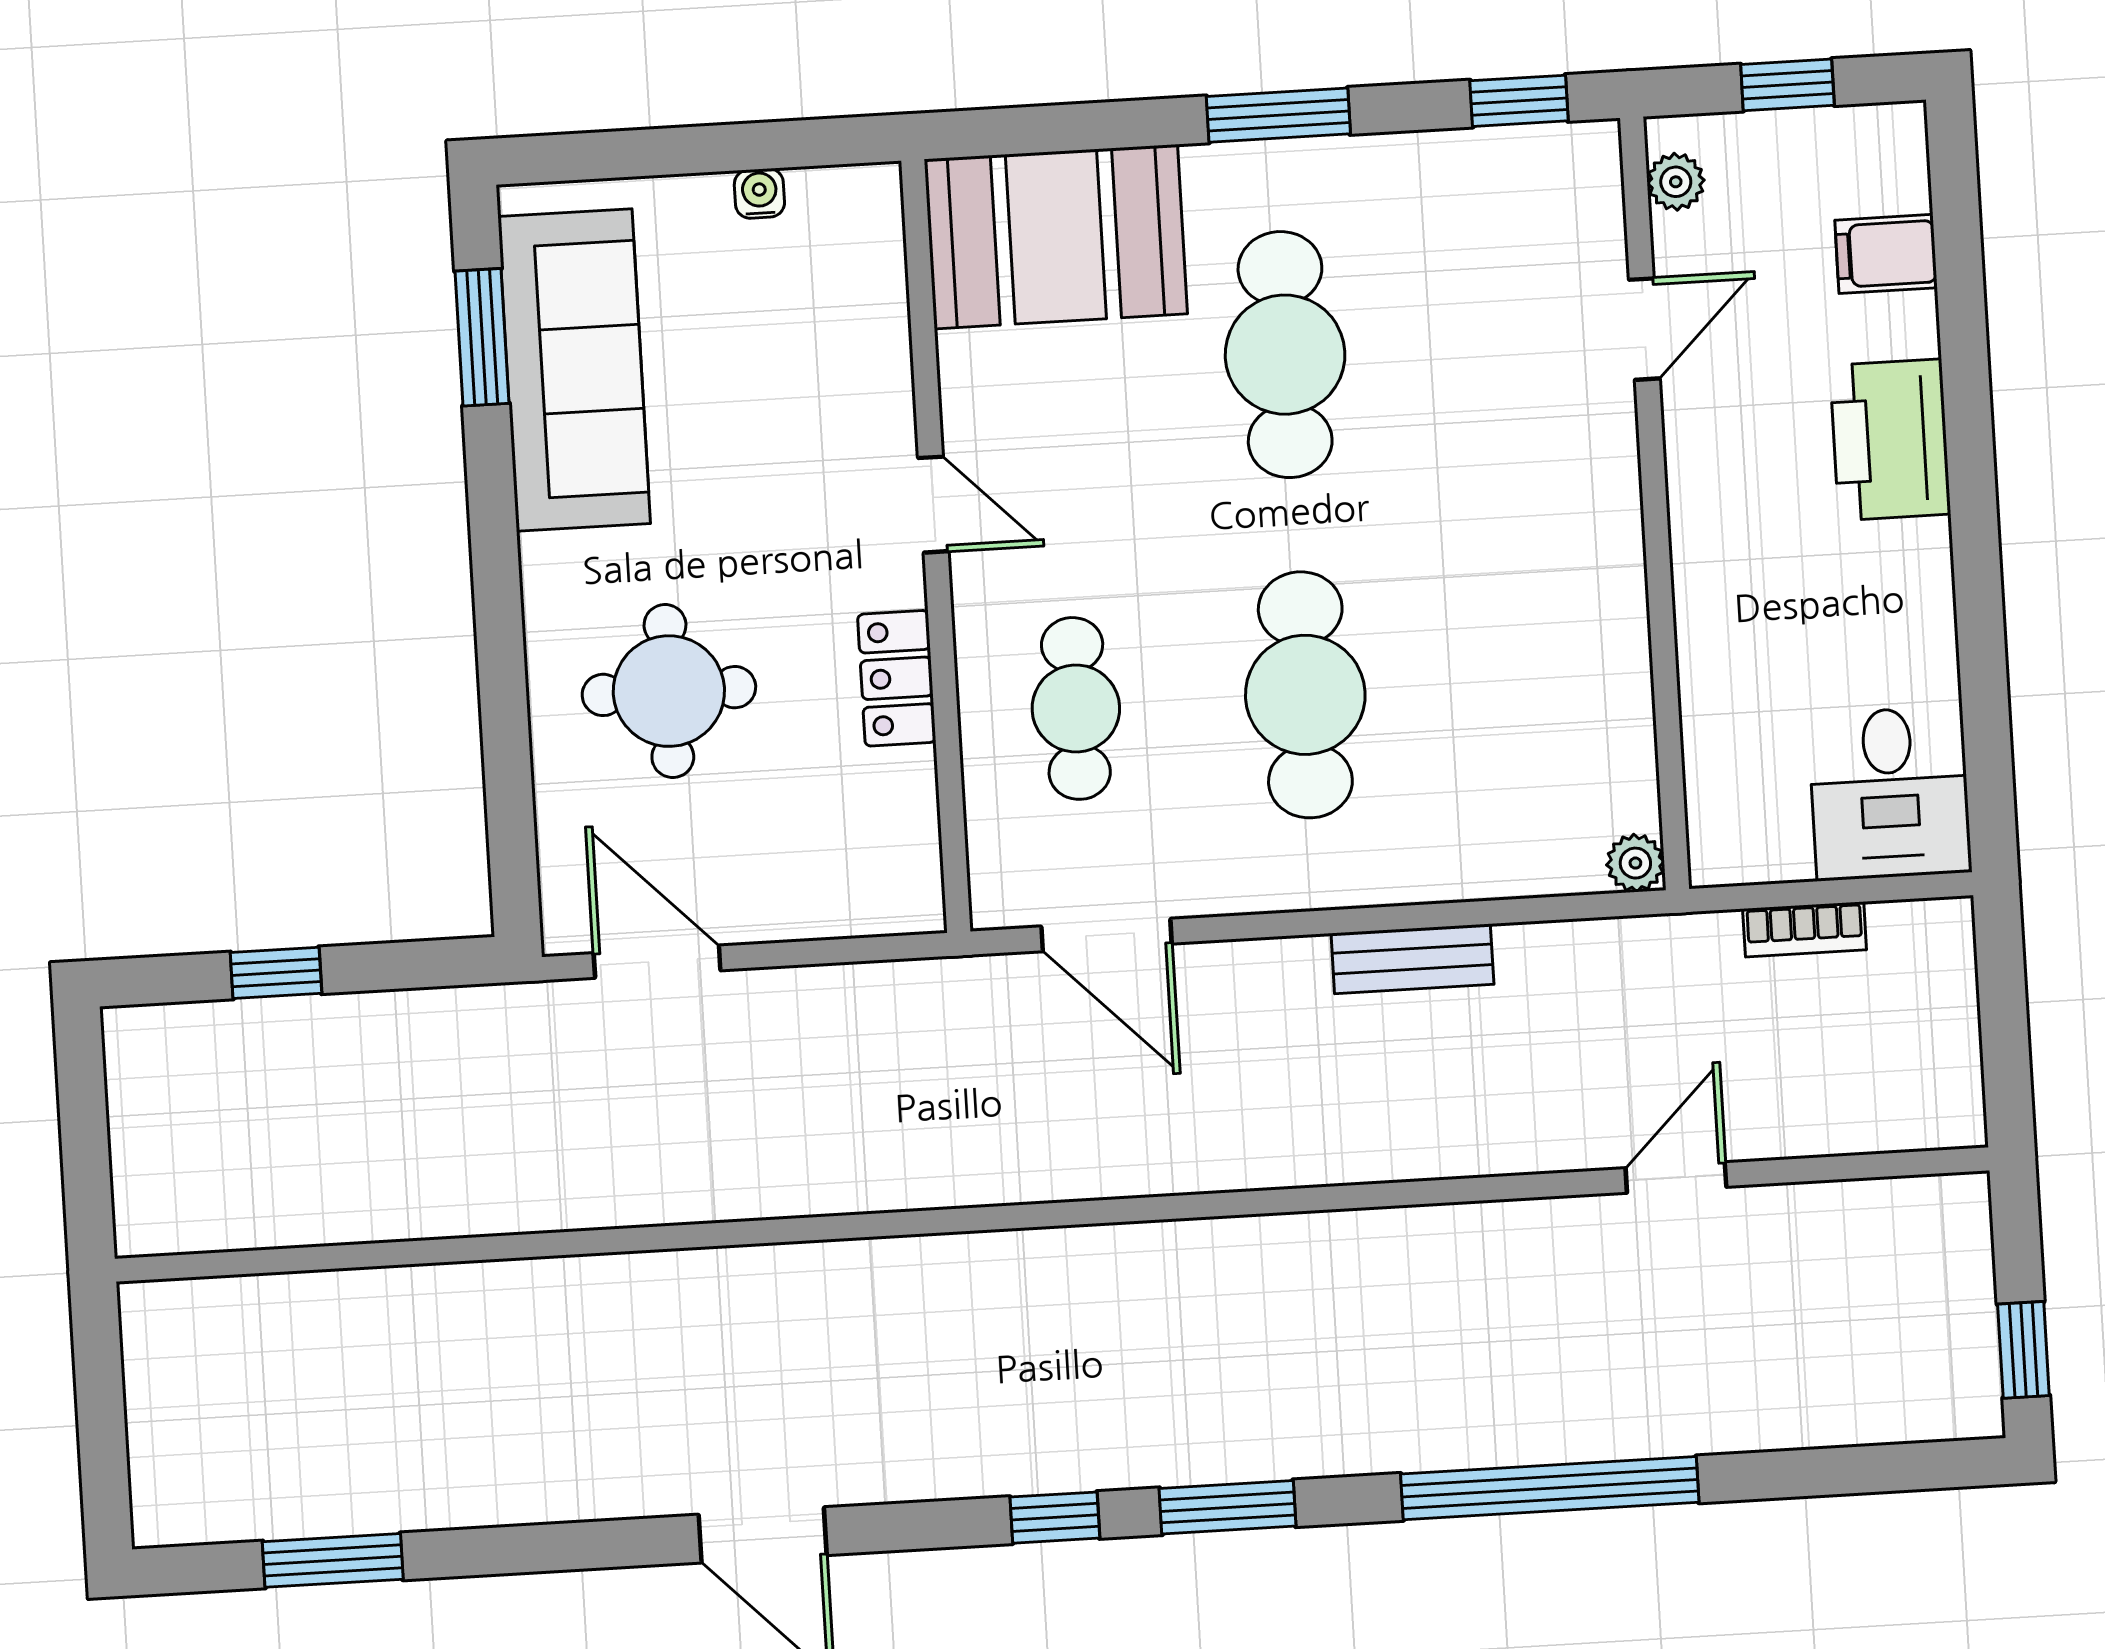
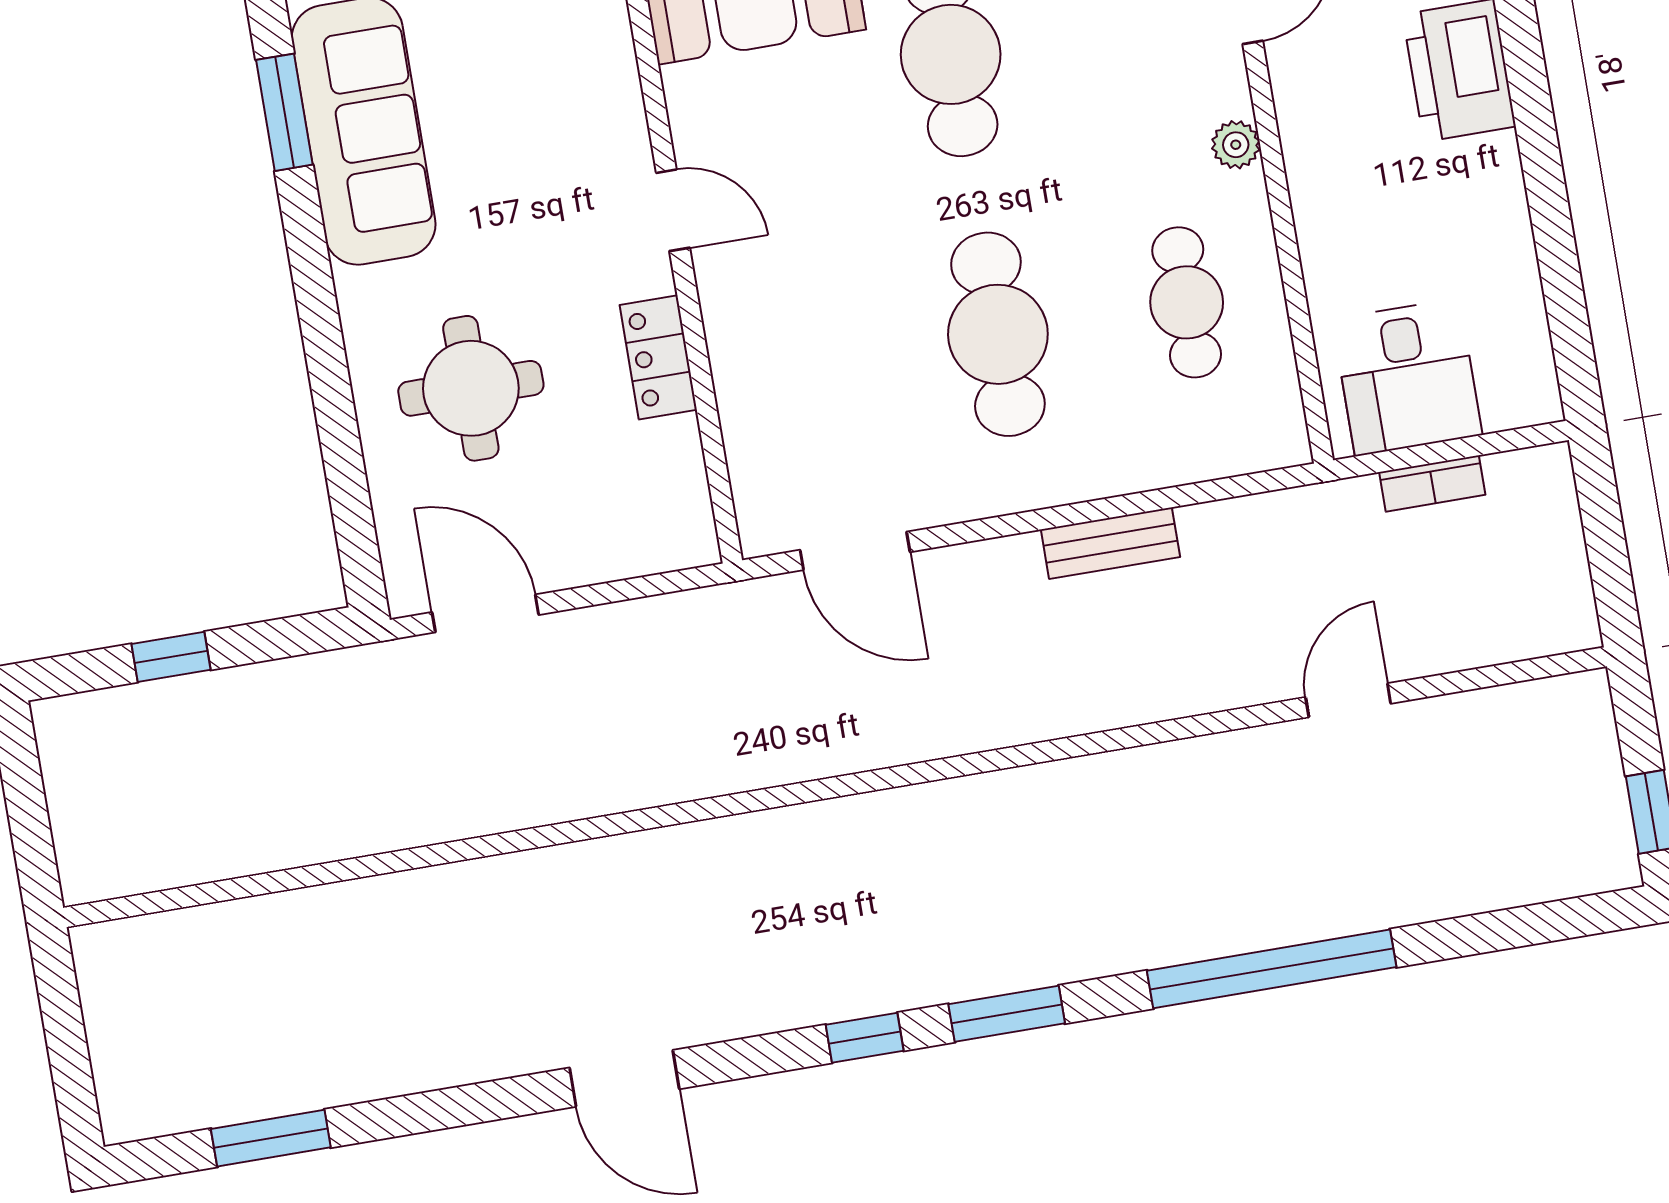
cafe table: (1076, 708) -> (1187, 302), moved
desk: (1890, 793) -> (1407, 377), moved
plant: (1635, 863) -> (1236, 145), moved

